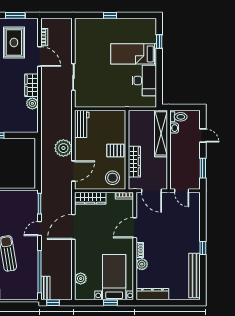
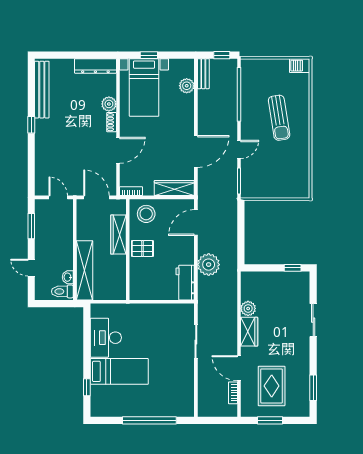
window: (110, 15) -> (149, 420), width x3.17
plant: (63, 148) -> (209, 265), moved
bench: (45, 288) -> (203, 74), moved

